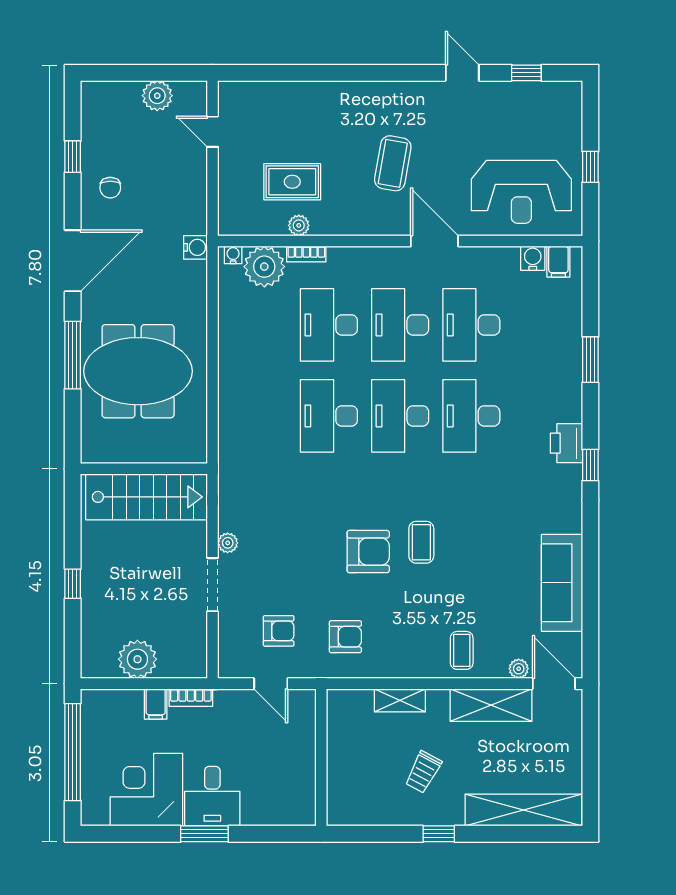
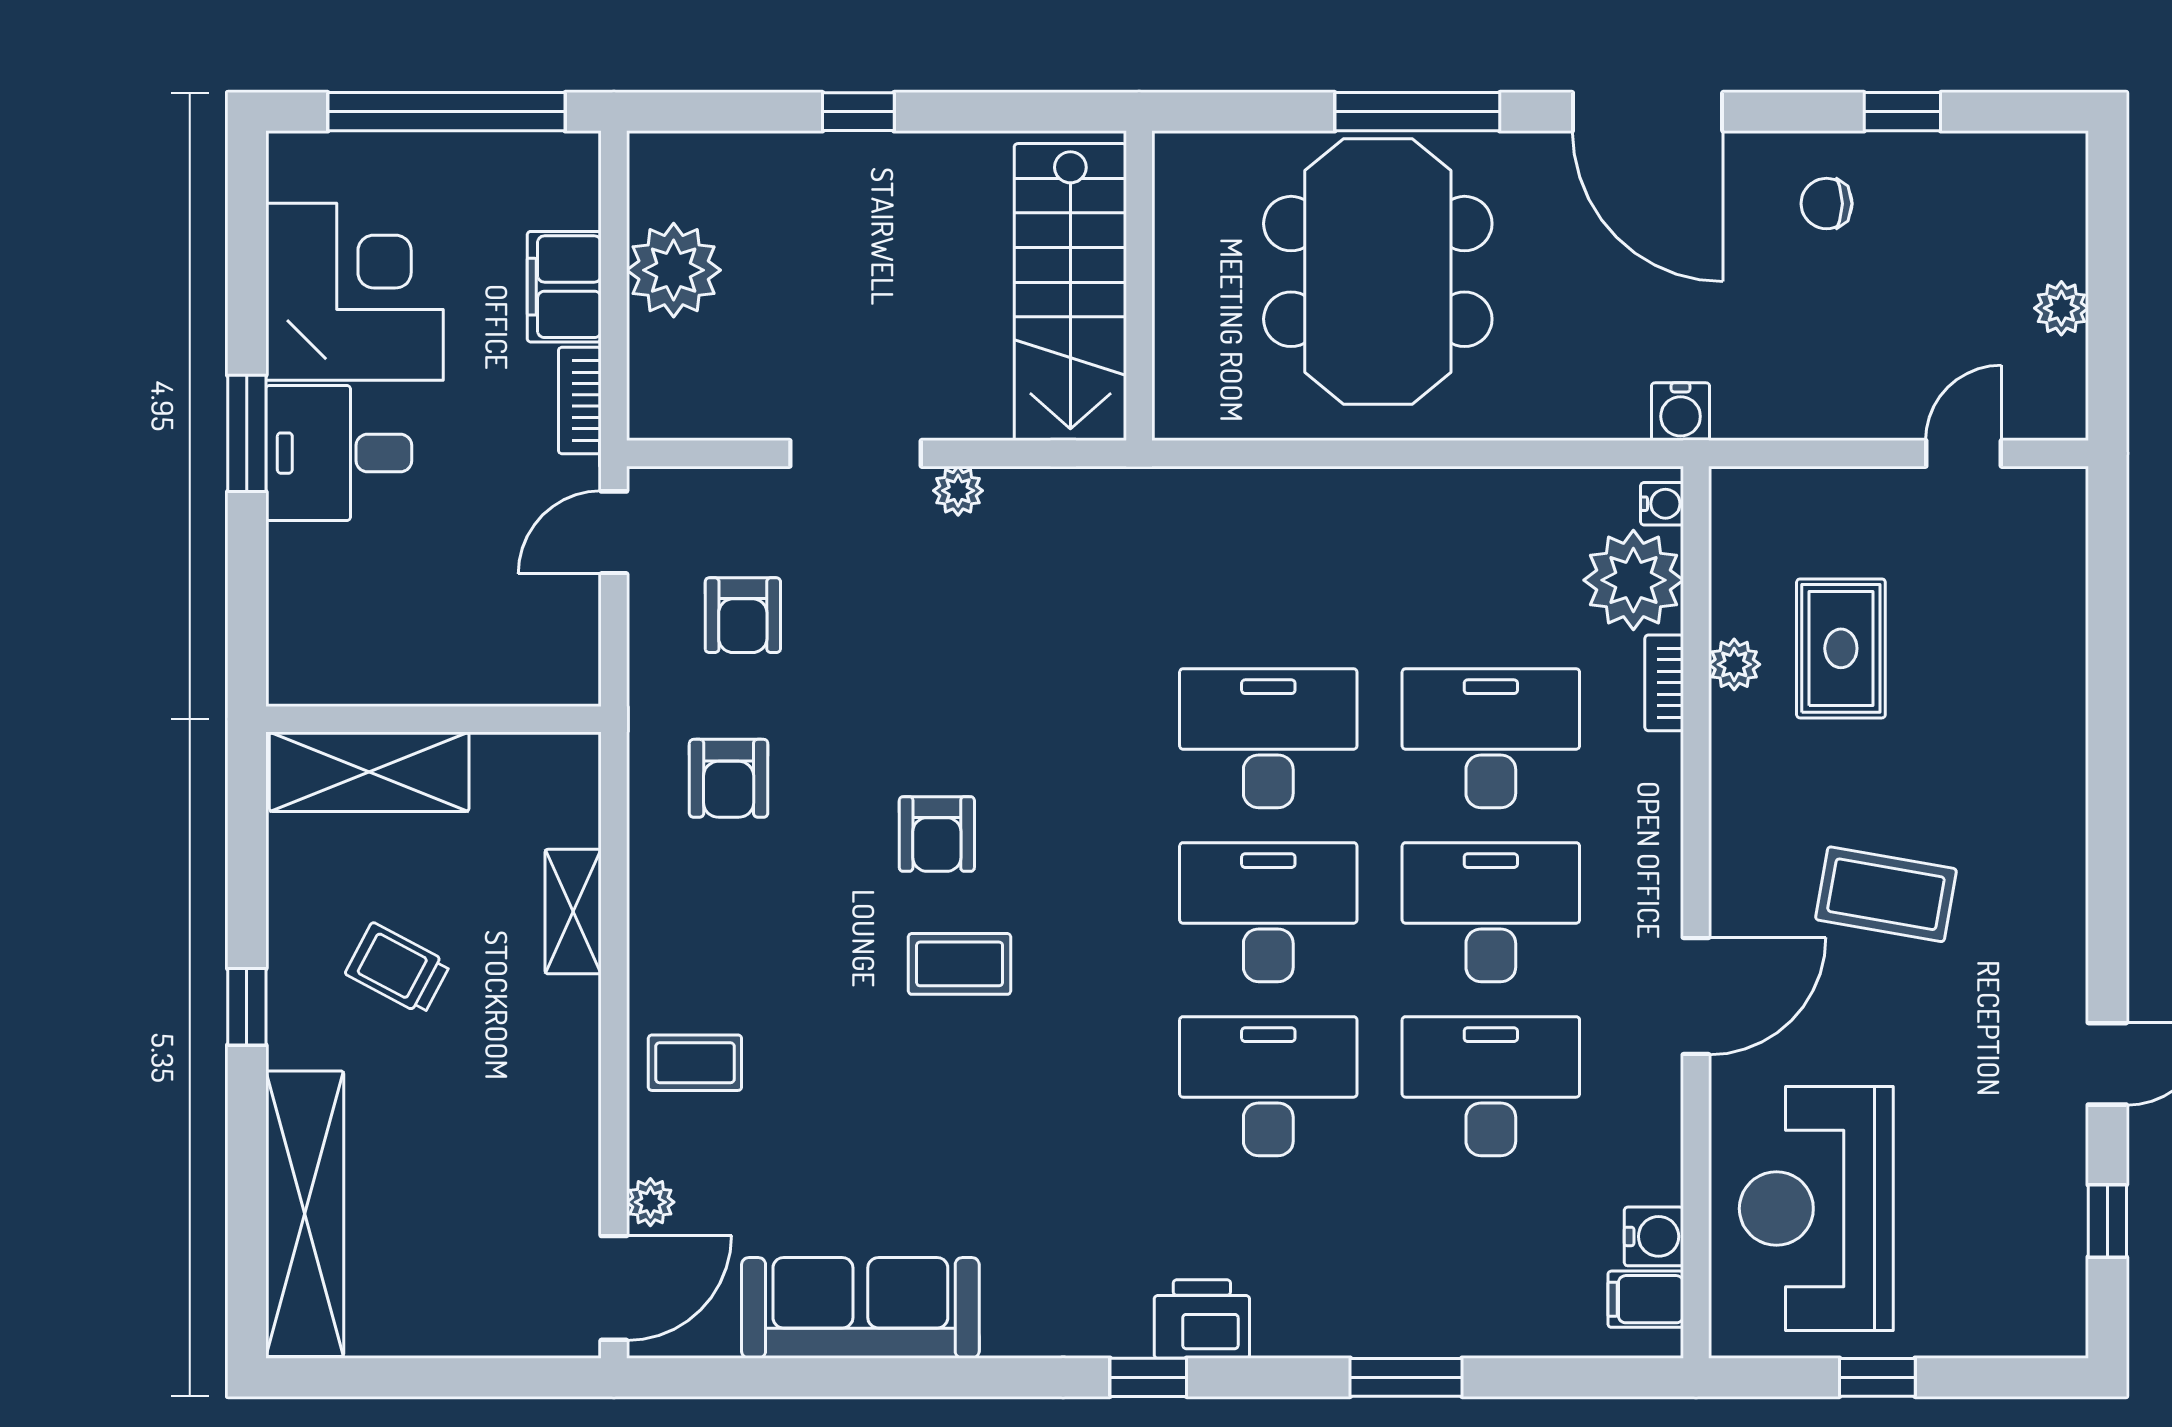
plant: (157, 96) -> (2061, 308), width x0.73, depth x0.73
armchair: (368, 552) -> (937, 834), width x0.72, depth x0.72
door: (271, 684) -> (614, 532), moved
filing cabinet: (156, 704) -> (564, 287), width x2.00
shelving: (491, 705) -> (369, 772), moved, turned 90

